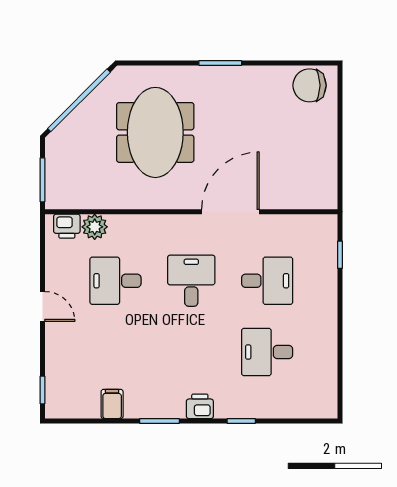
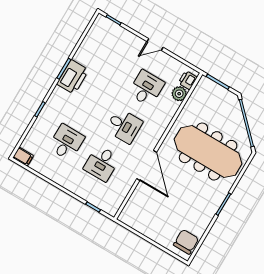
meeting table: (155, 132) -> (208, 152), width x1.36
filing cabinet: (112, 404) -> (23, 157), moved
printer: (200, 406) -> (73, 77), moved, width x1.87, depth x1.48

